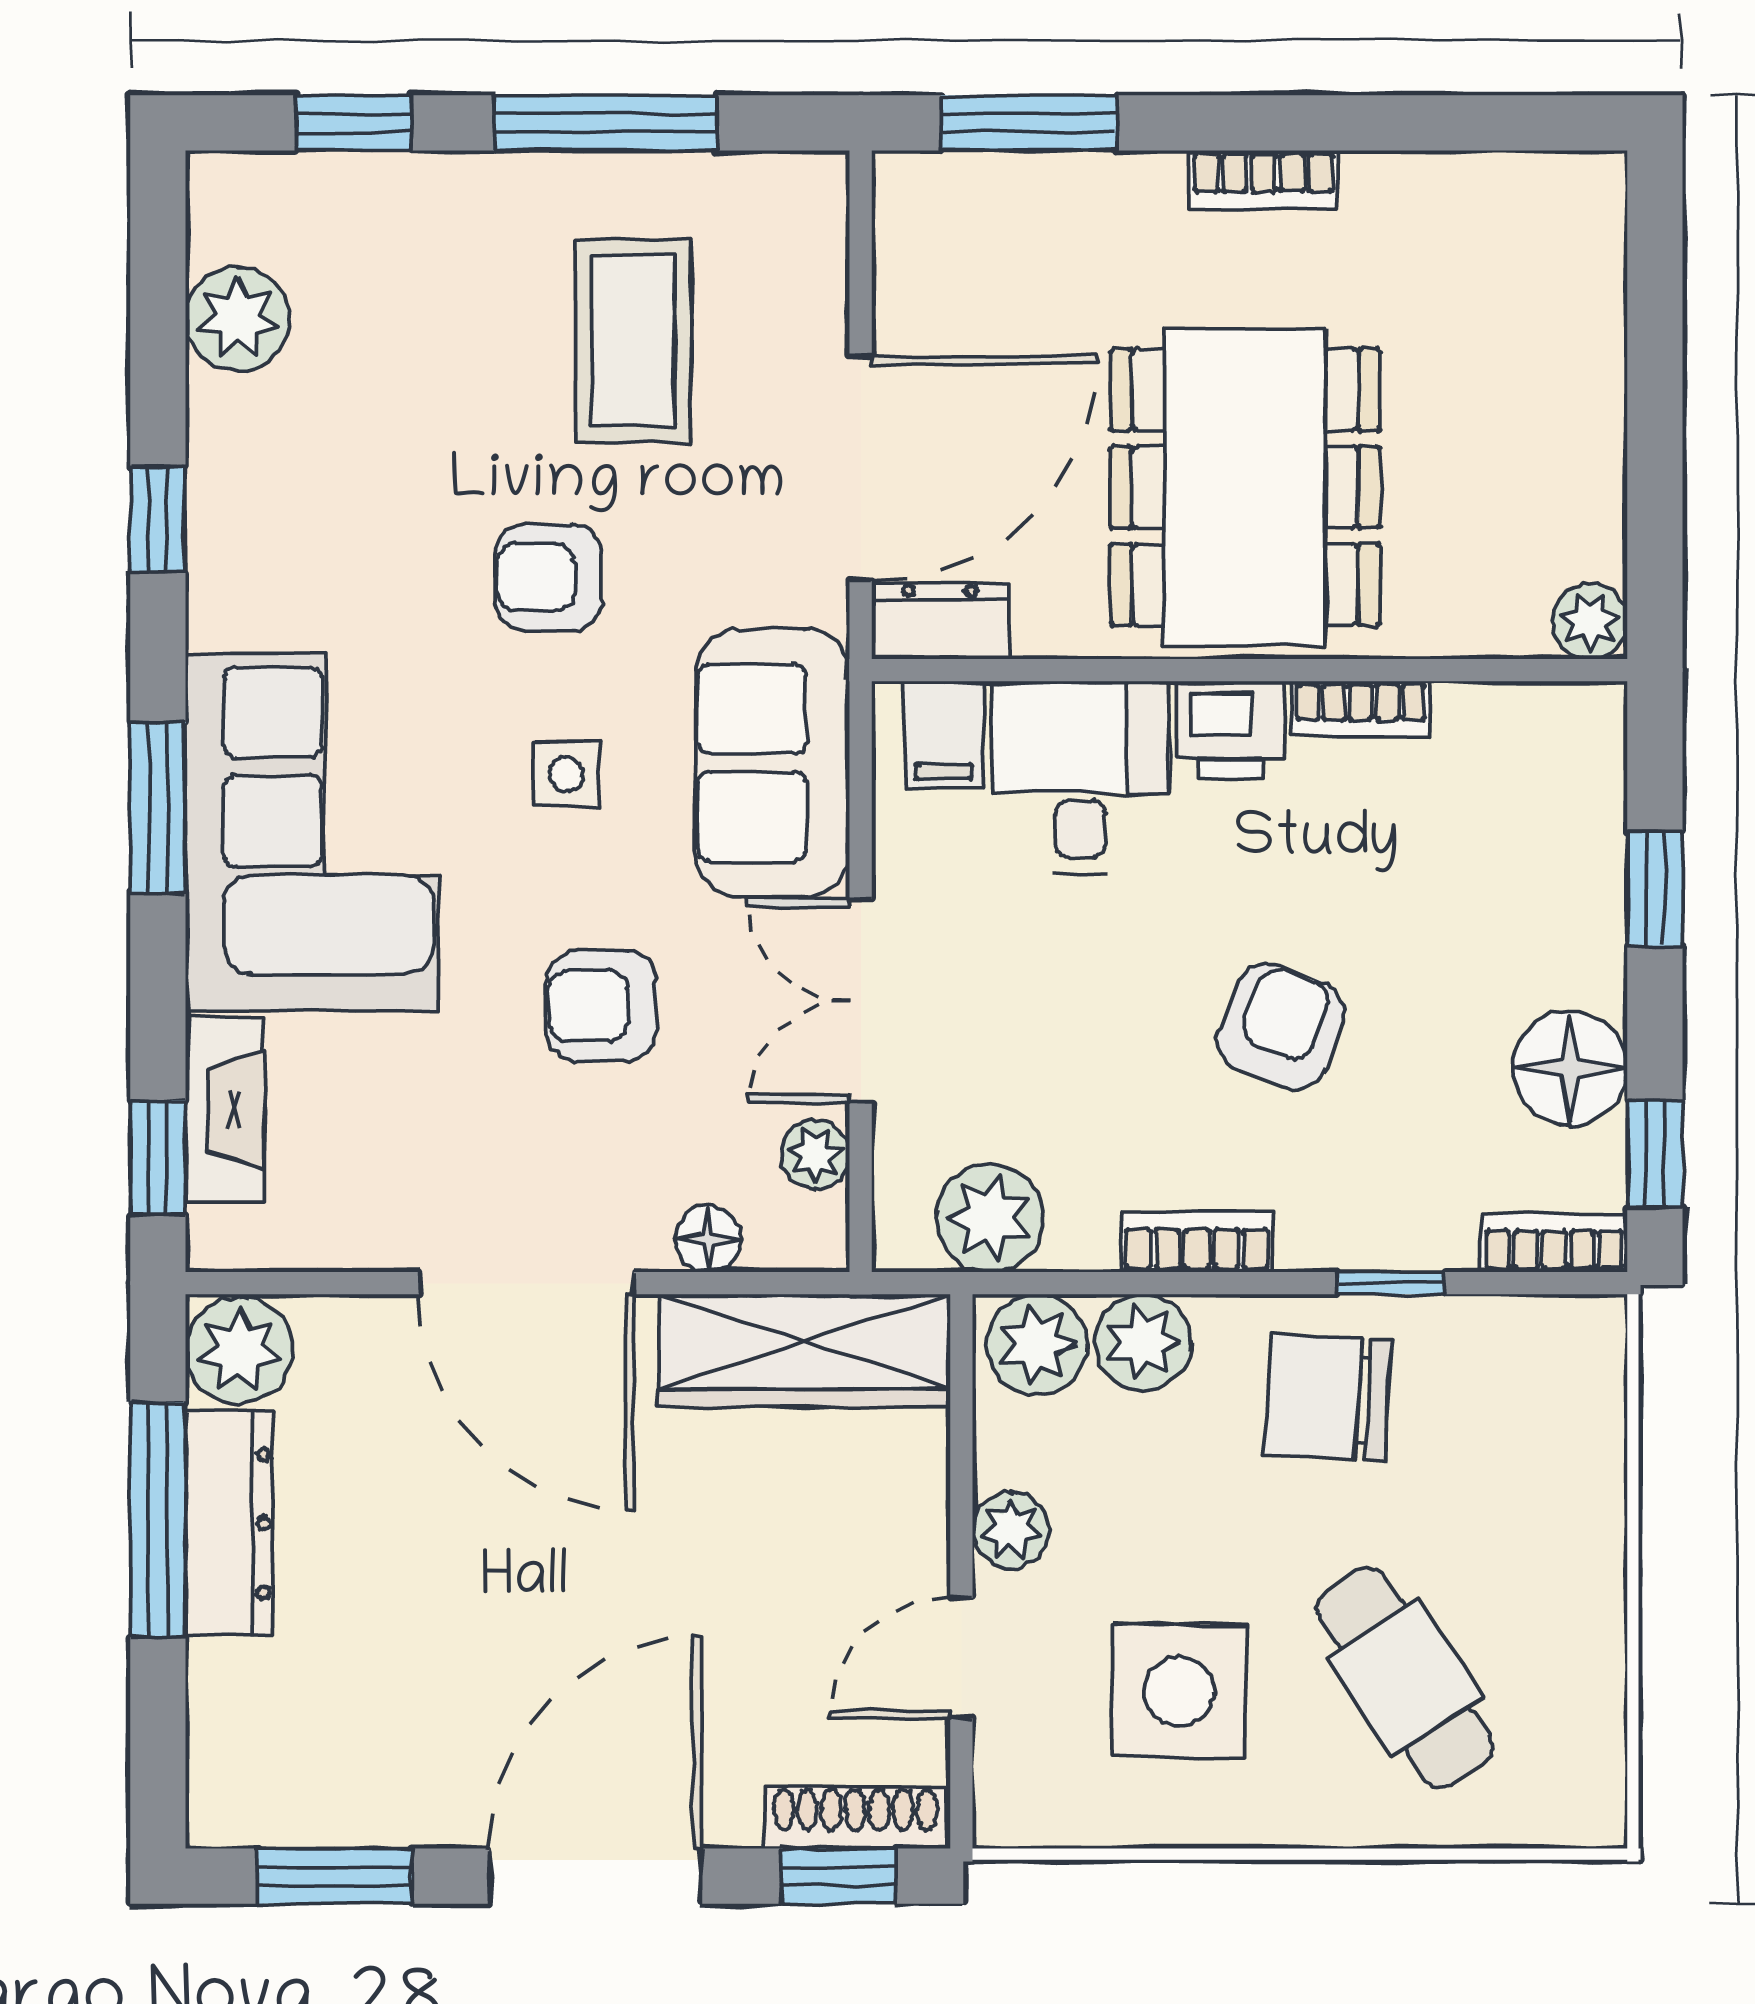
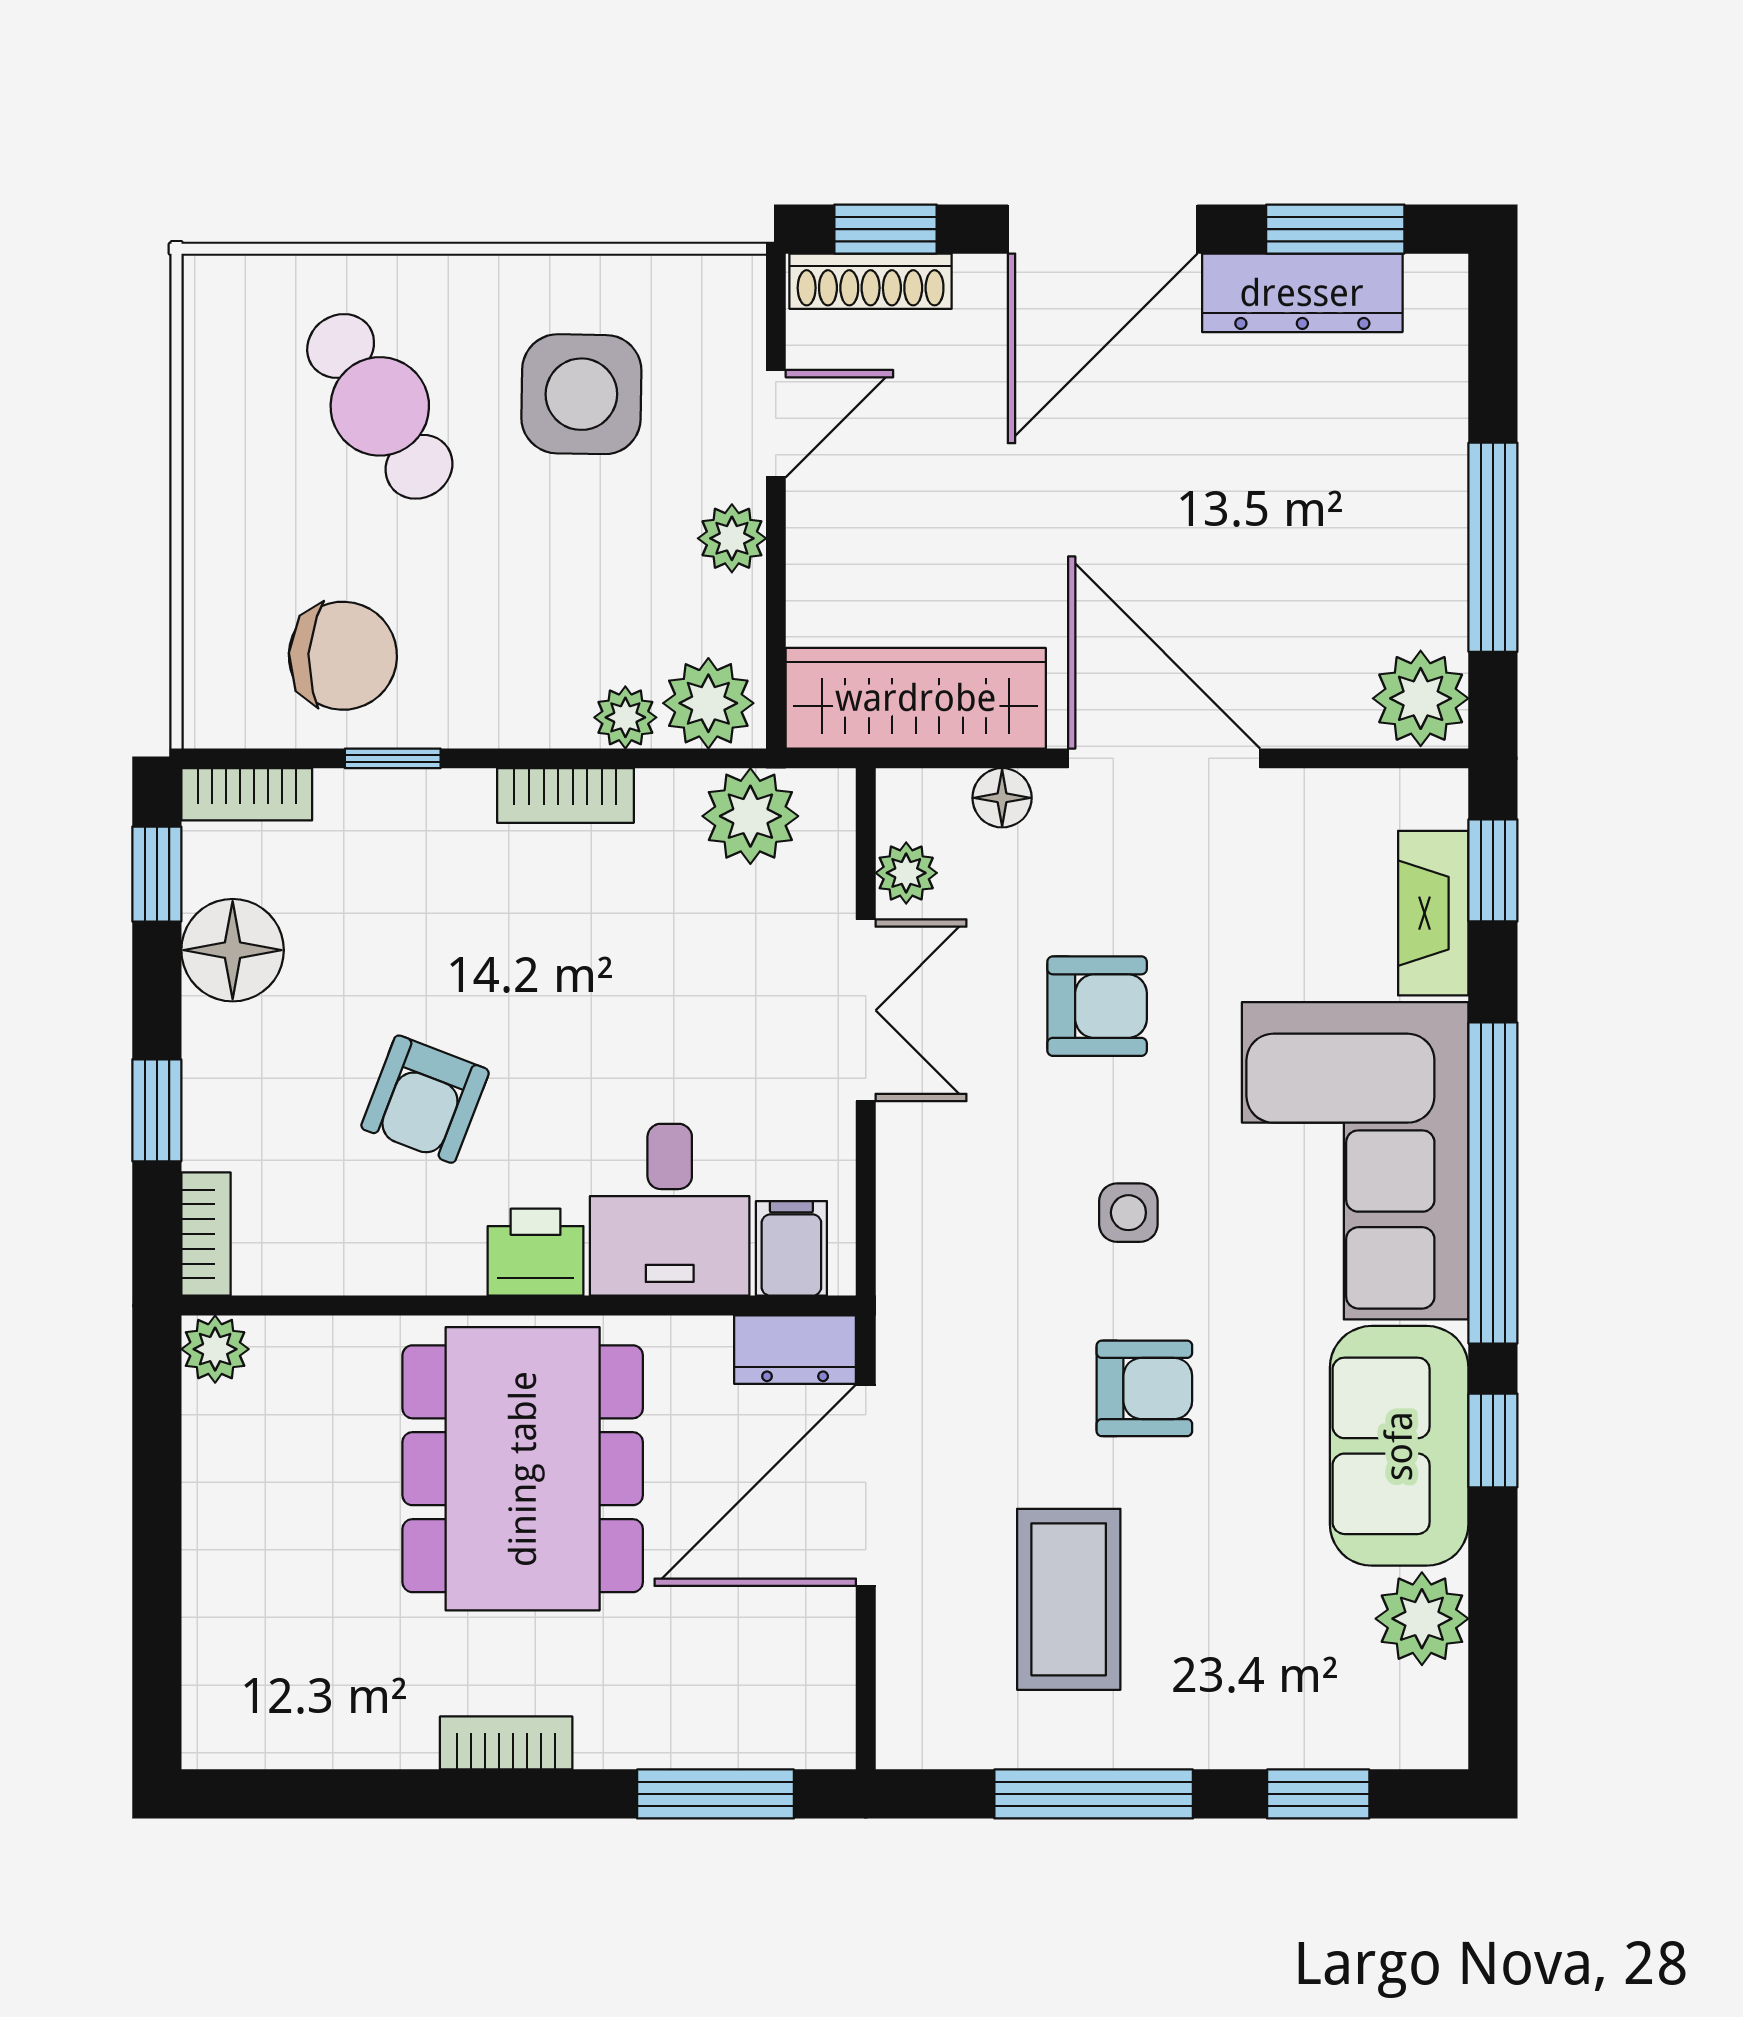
bookcase: (1361, 709) -> (206, 1234), moved, turned 90
sofa: (772, 763) -> (1399, 1446), moved, turned 180
window: (158, 807) -> (1493, 1183), width x2.11
armchair: (1281, 1026) -> (425, 1099), moved
plant: (1143, 1342) -> (625, 717), width x0.73, depth x0.73
chair: (1327, 1398) -> (343, 656), moved
dresser: (229, 1524) -> (1302, 293), moved, turned -90

